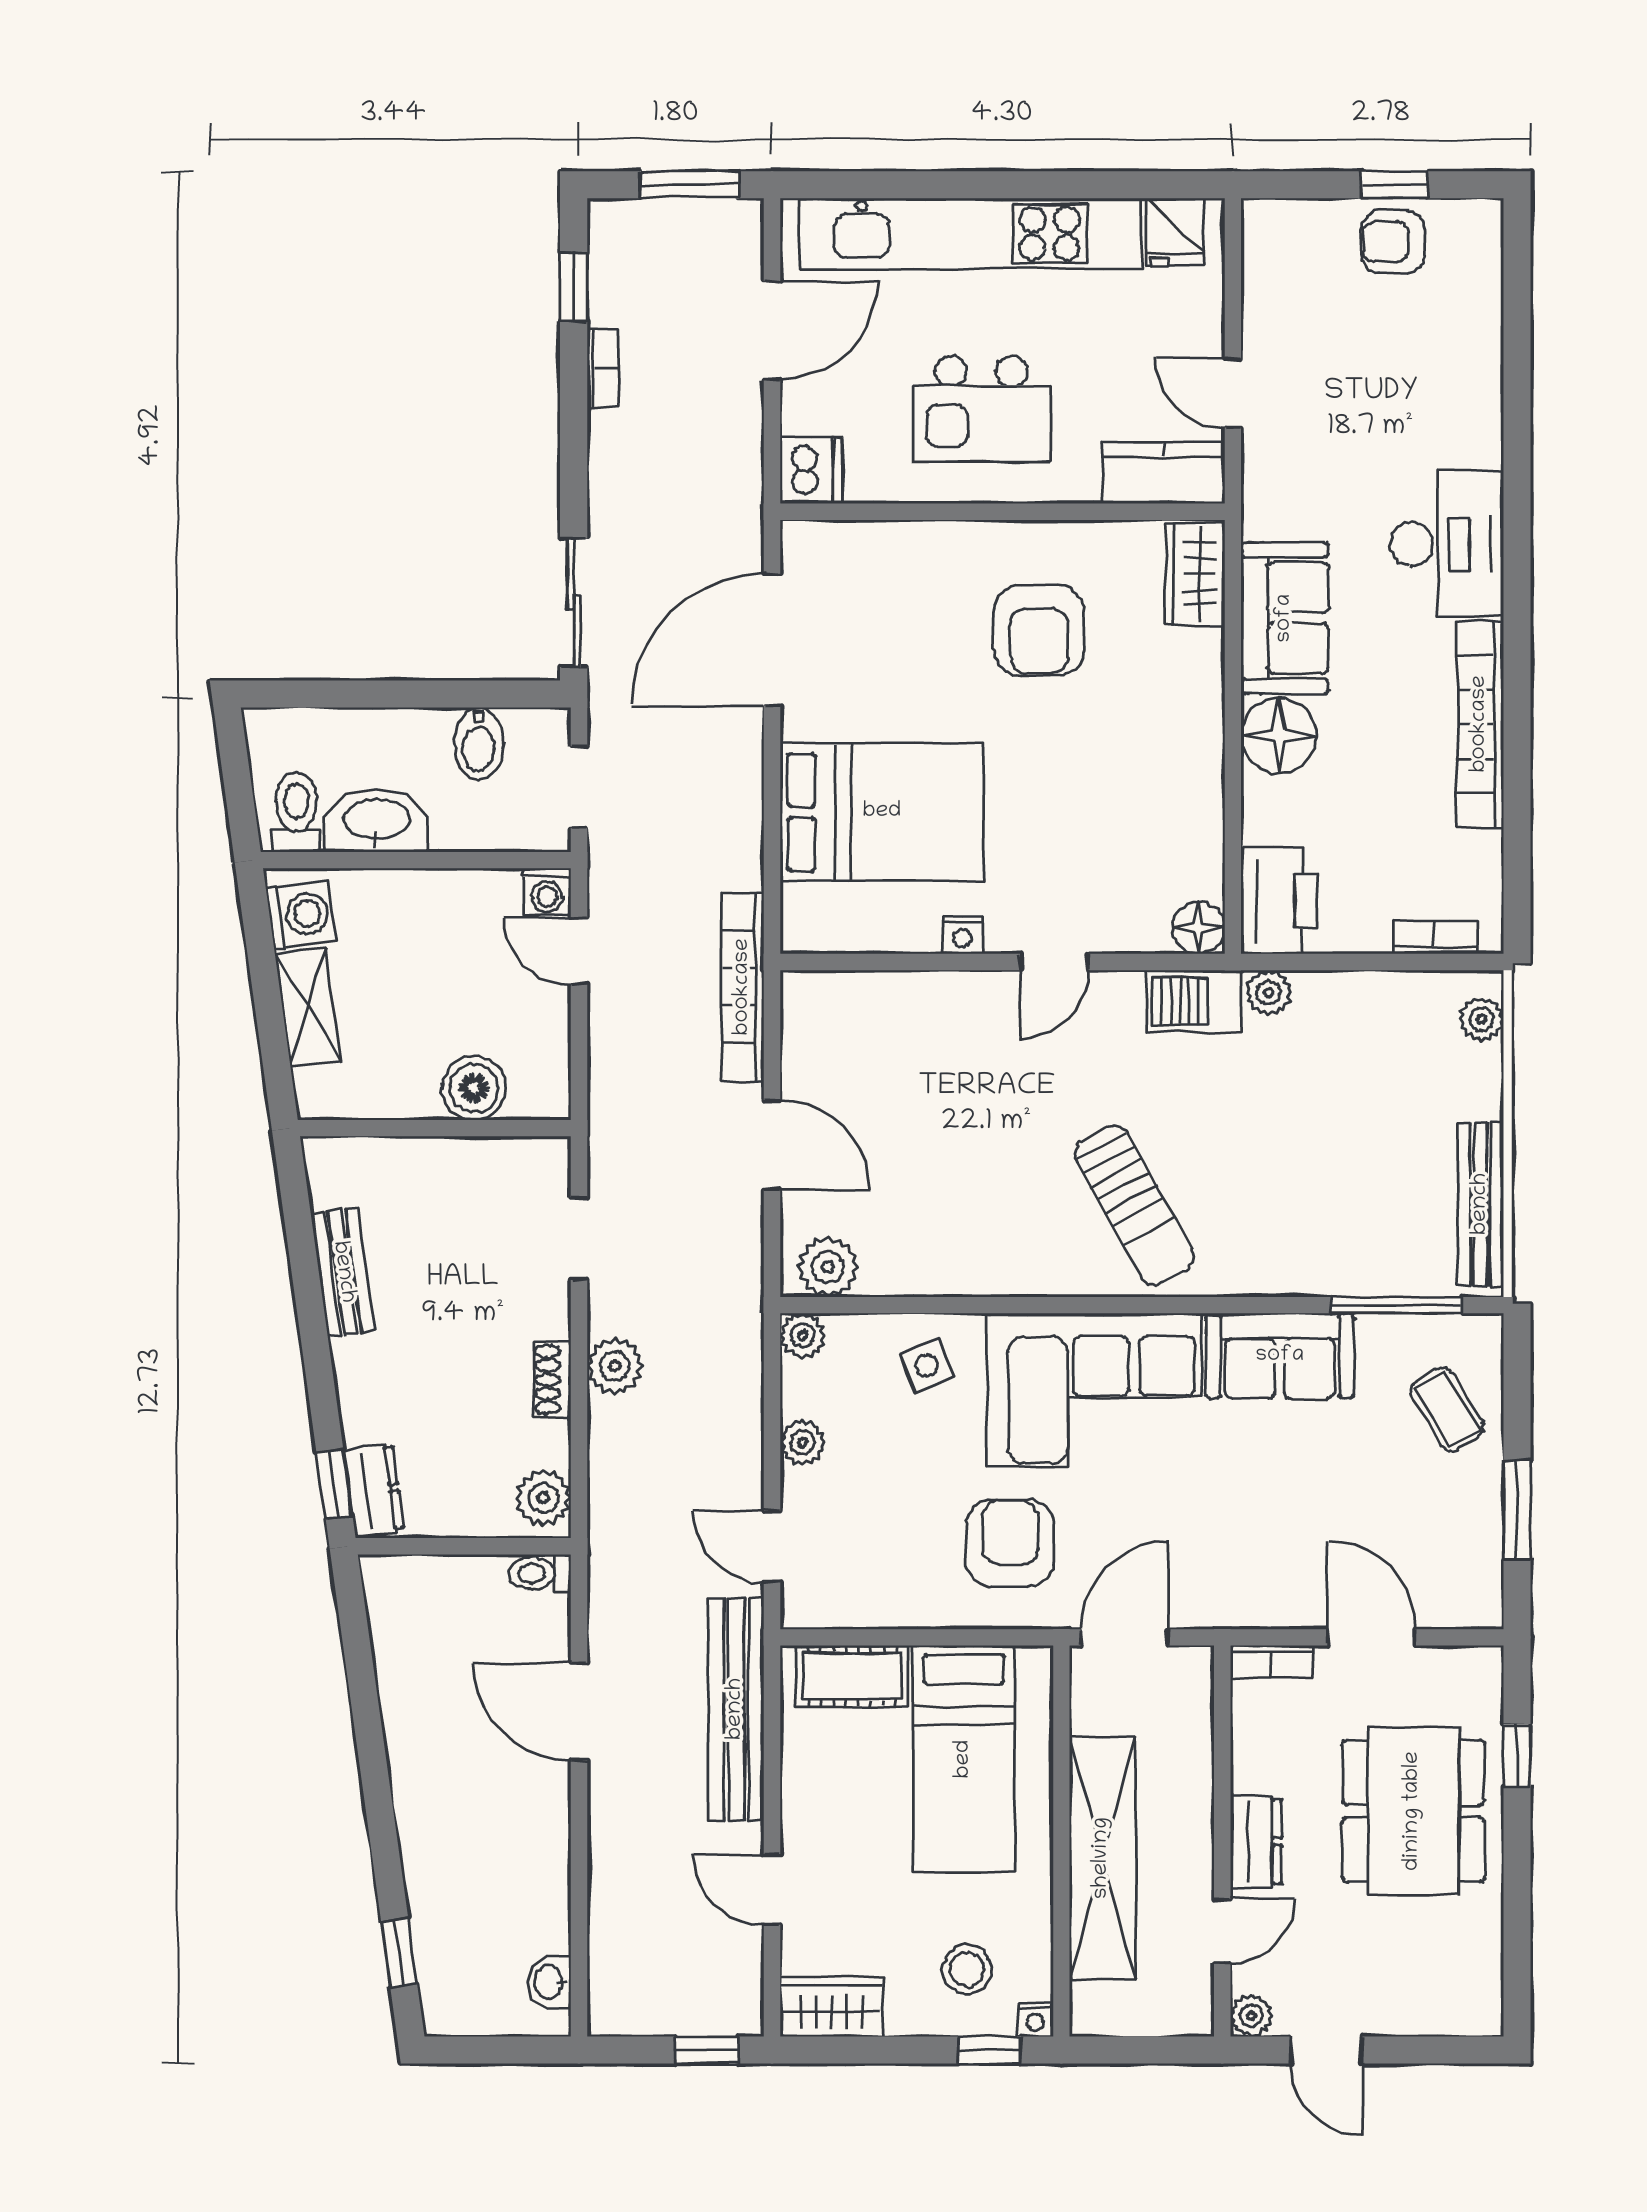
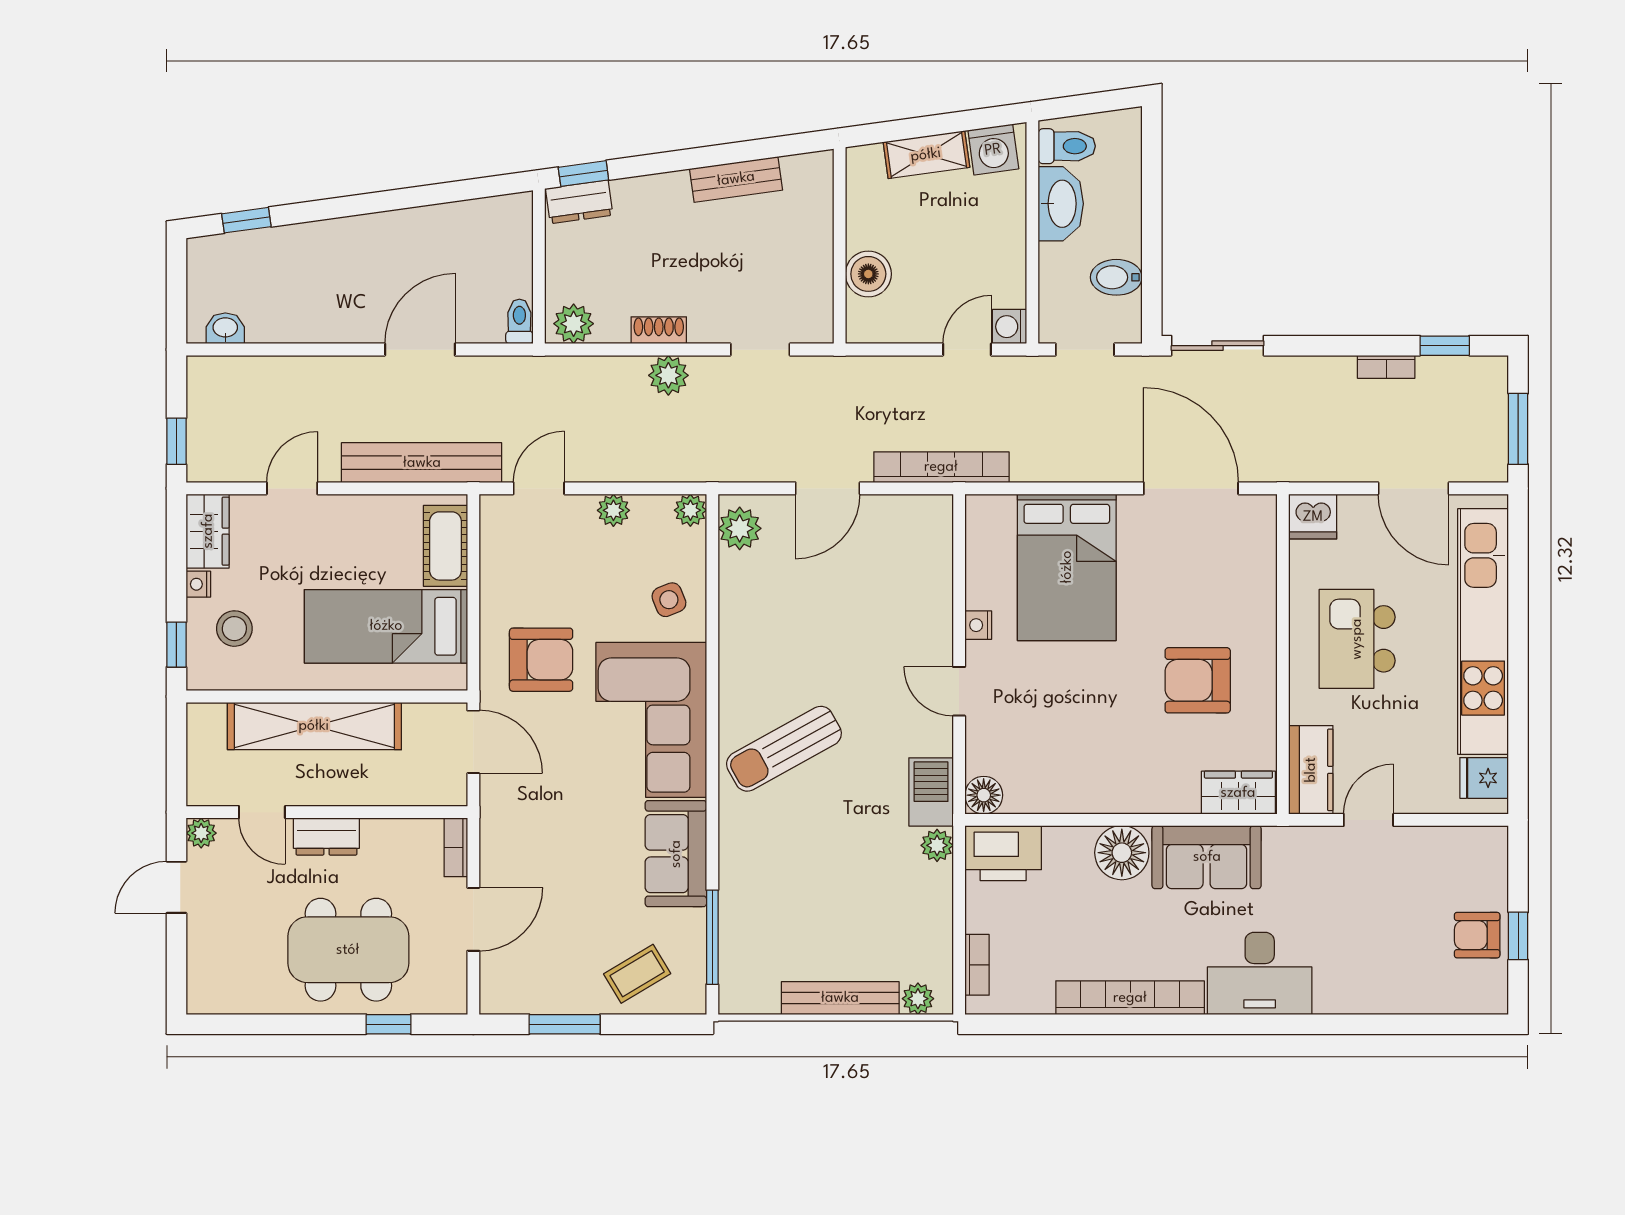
armchair: (1393, 242) -> (1477, 935), turned -90
bench: (1481, 1204) -> (840, 998), moved
nightstand: (1035, 2020) -> (198, 584), moved

